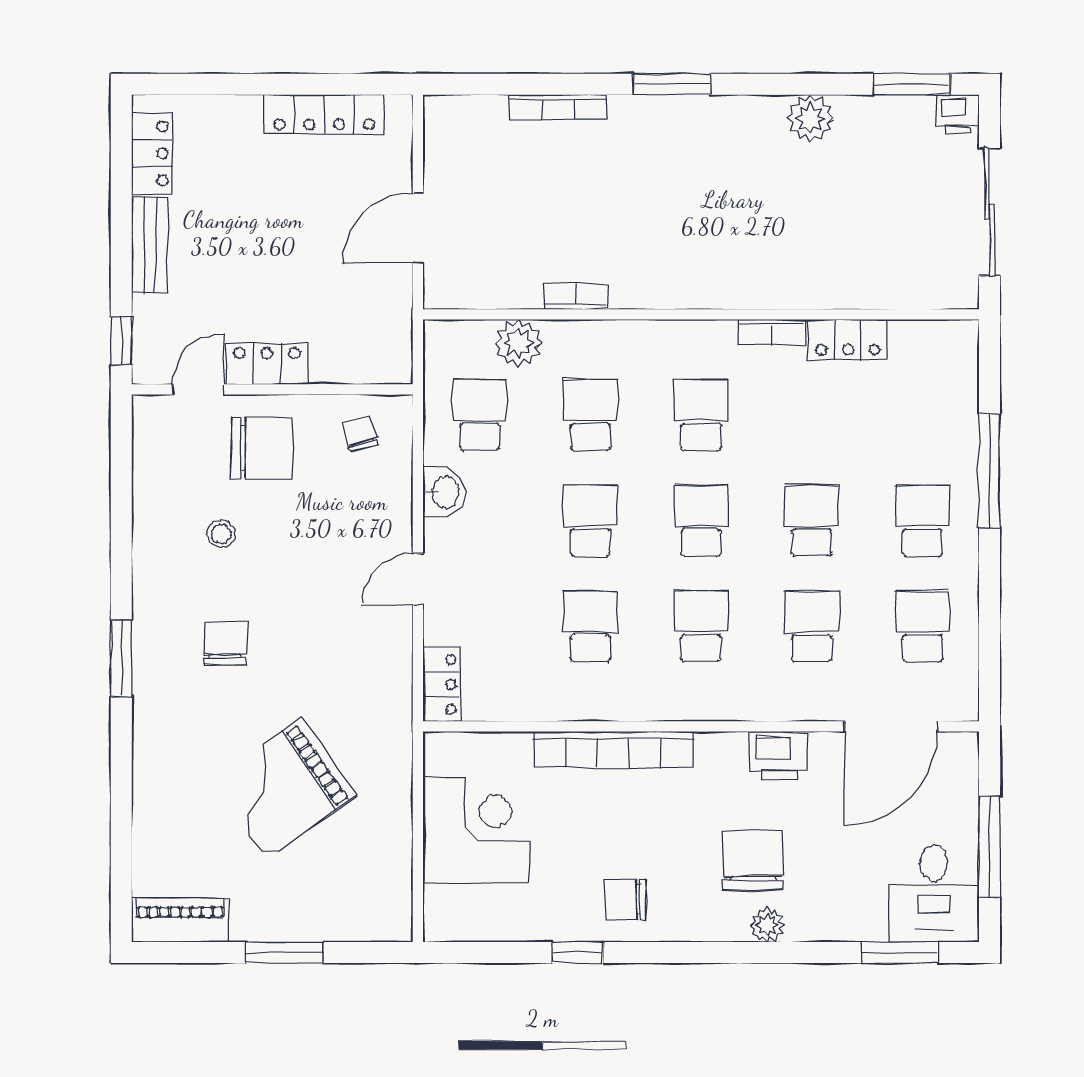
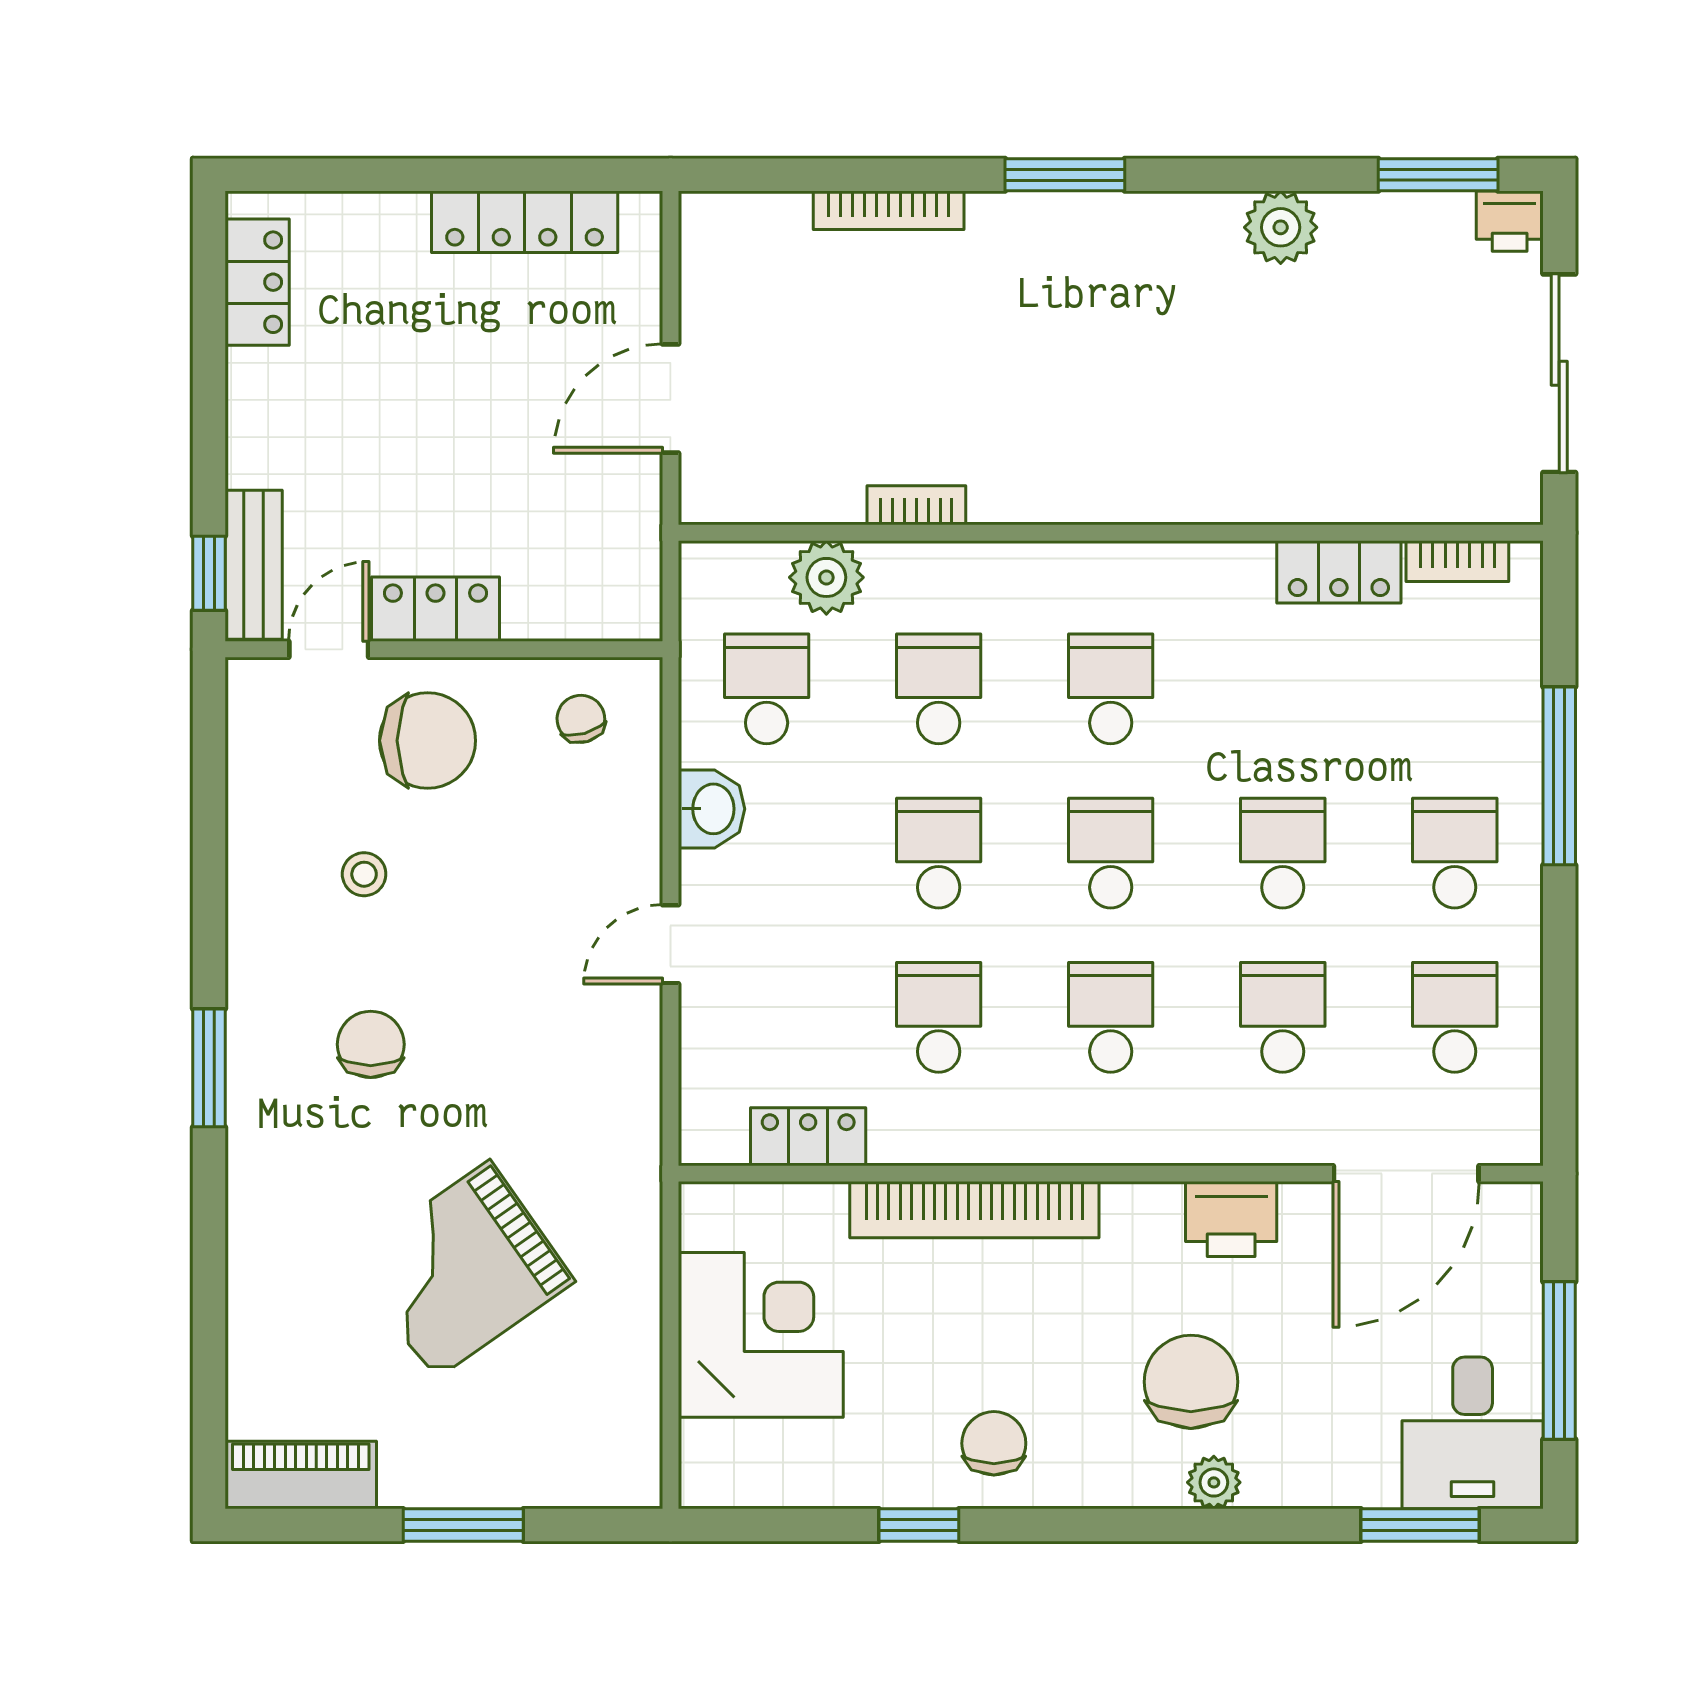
bench: (150, 245) -> (254, 565), moved
bookcase: (772, 333) -> (1457, 561), moved
locker: (442, 684) -> (808, 1137), moved, turned -90
chair: (626, 900) -> (994, 1443), turned 90

